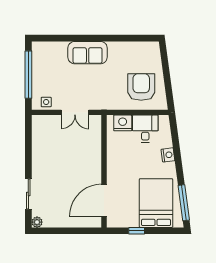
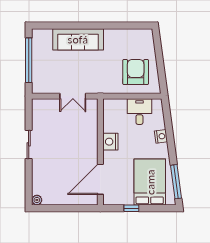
sofa: (88, 53) -> (78, 39), width x1.36
side table: (46, 102) -> (46, 86), removed
nightstand: (123, 123) -> (110, 142), moved, turned -90
sliding door: (28, 194) -> (29, 144), moved

